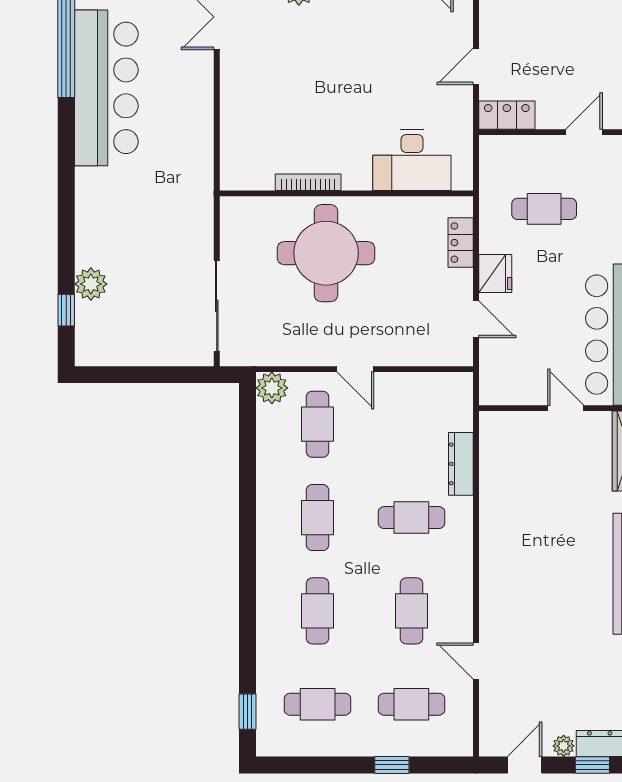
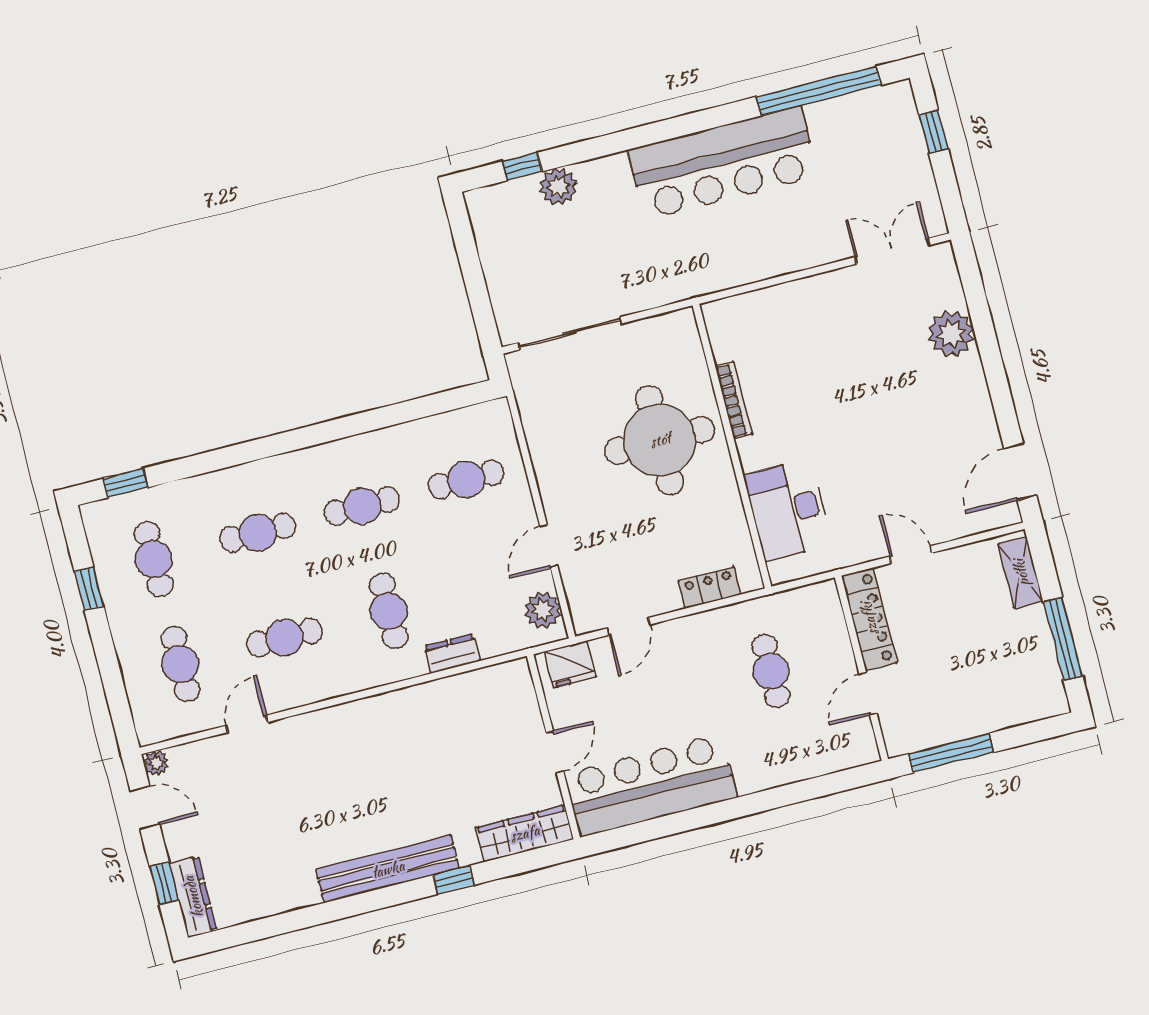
bar counter: (106, 88) -> (723, 163), moved
locker: (507, 115) -> (869, 619), width x1.53
door: (584, 132) -> (868, 694), swing flipped
fridge: (495, 273) -> (570, 664), moved
door: (355, 369) -> (549, 546), moved
plant: (272, 388) -> (543, 610), moved
dresser: (461, 464) -> (452, 654), width x0.70
plant: (564, 746) -> (156, 763), moved
window: (392, 765) -> (89, 589), moved

